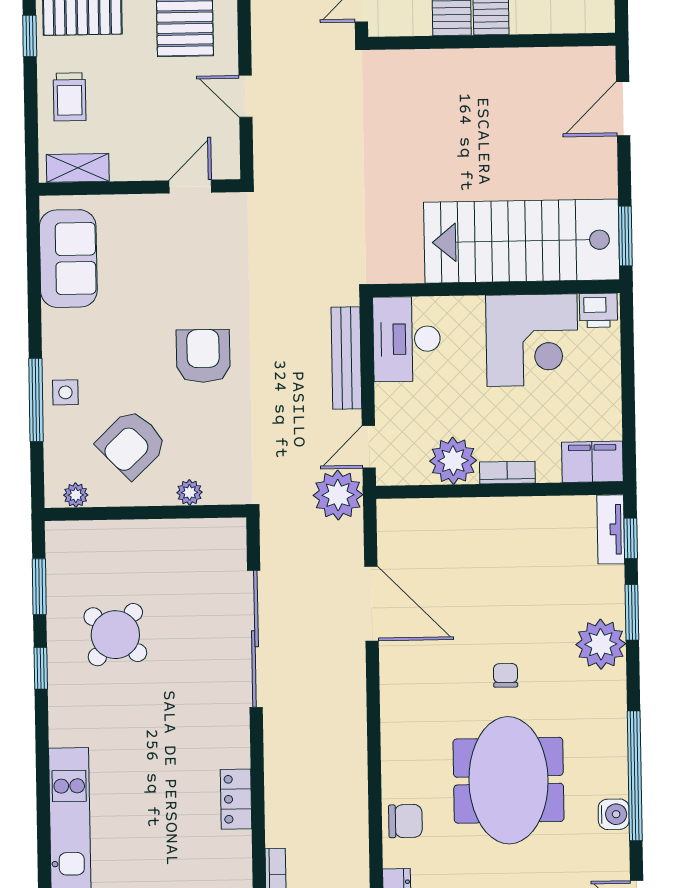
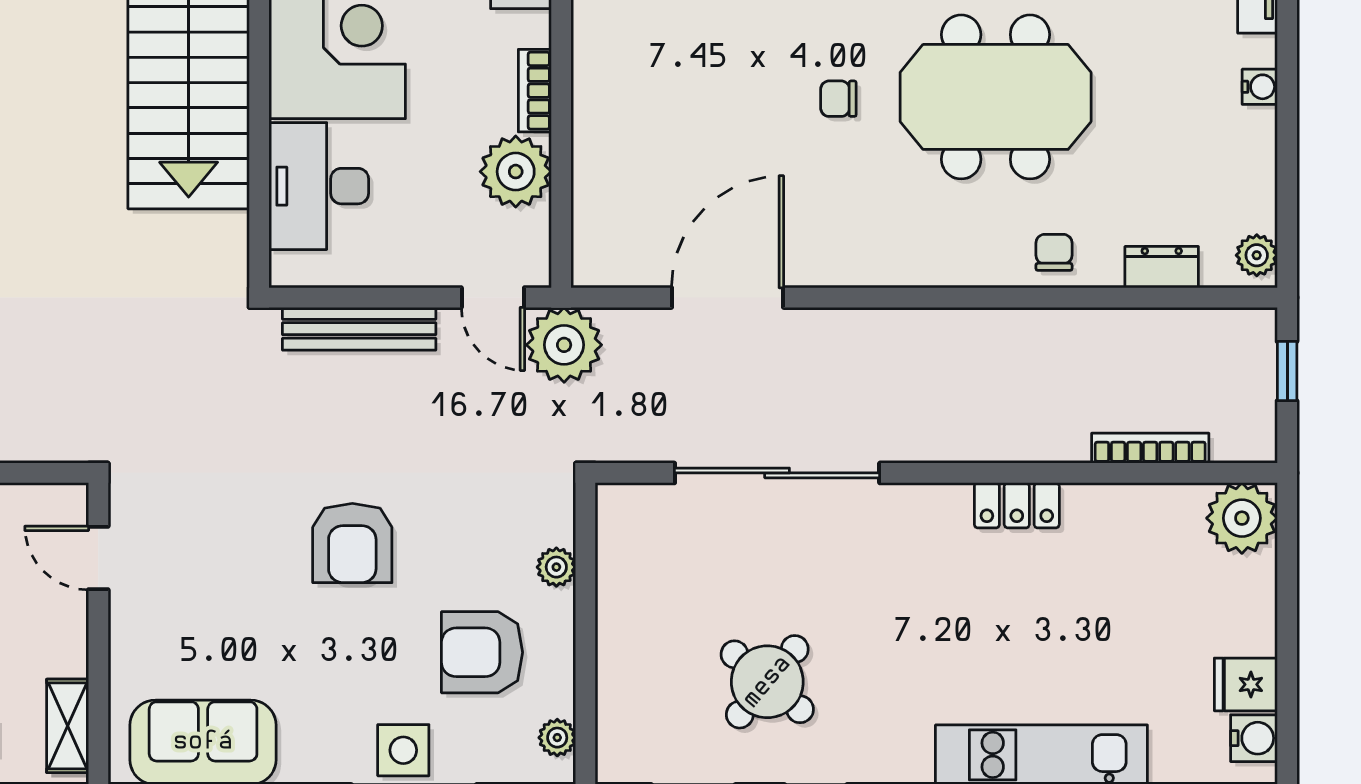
desk: (407, 339) -> (319, 186), moved, turned 90
armchair: (203, 356) -> (352, 543), turned -90
side table: (65, 392) -> (403, 750), width x1.37, depth x1.37
armchair: (132, 444) -> (482, 652), turned 134
chair: (405, 821) -> (1054, 252), width x0.73, depth x0.73

